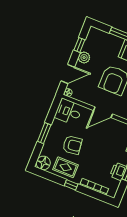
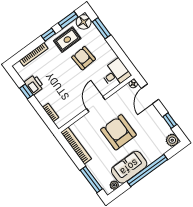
plant: (84, 58) -> (172, 140), moved
window: (44, 133) -> (102, 28), moved
armchair: (72, 145) -> (84, 58), turned 93
window: (49, 176) -> (68, 20), added

